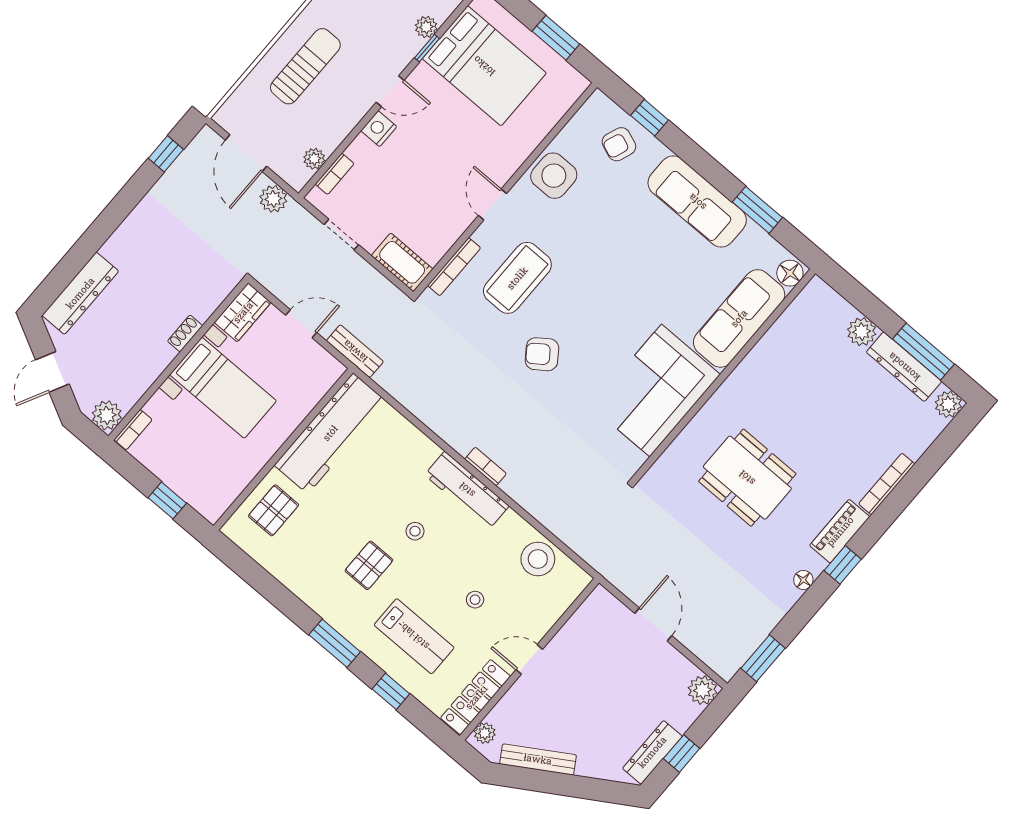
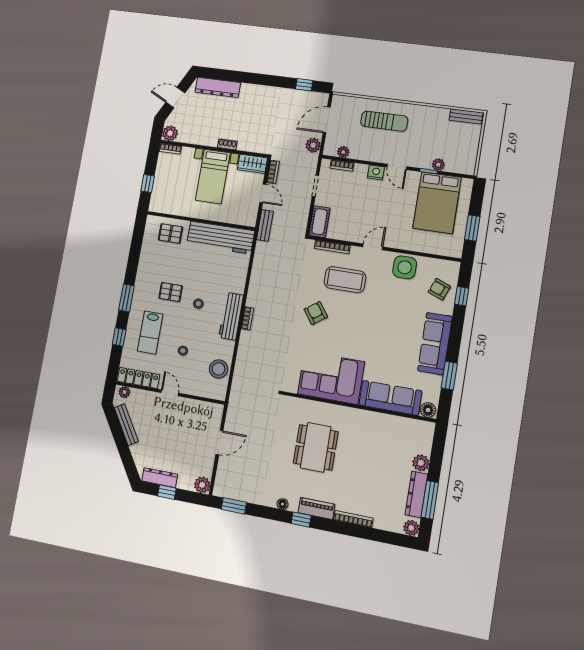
bookcase: (277, 287) -> (273, 172), added

